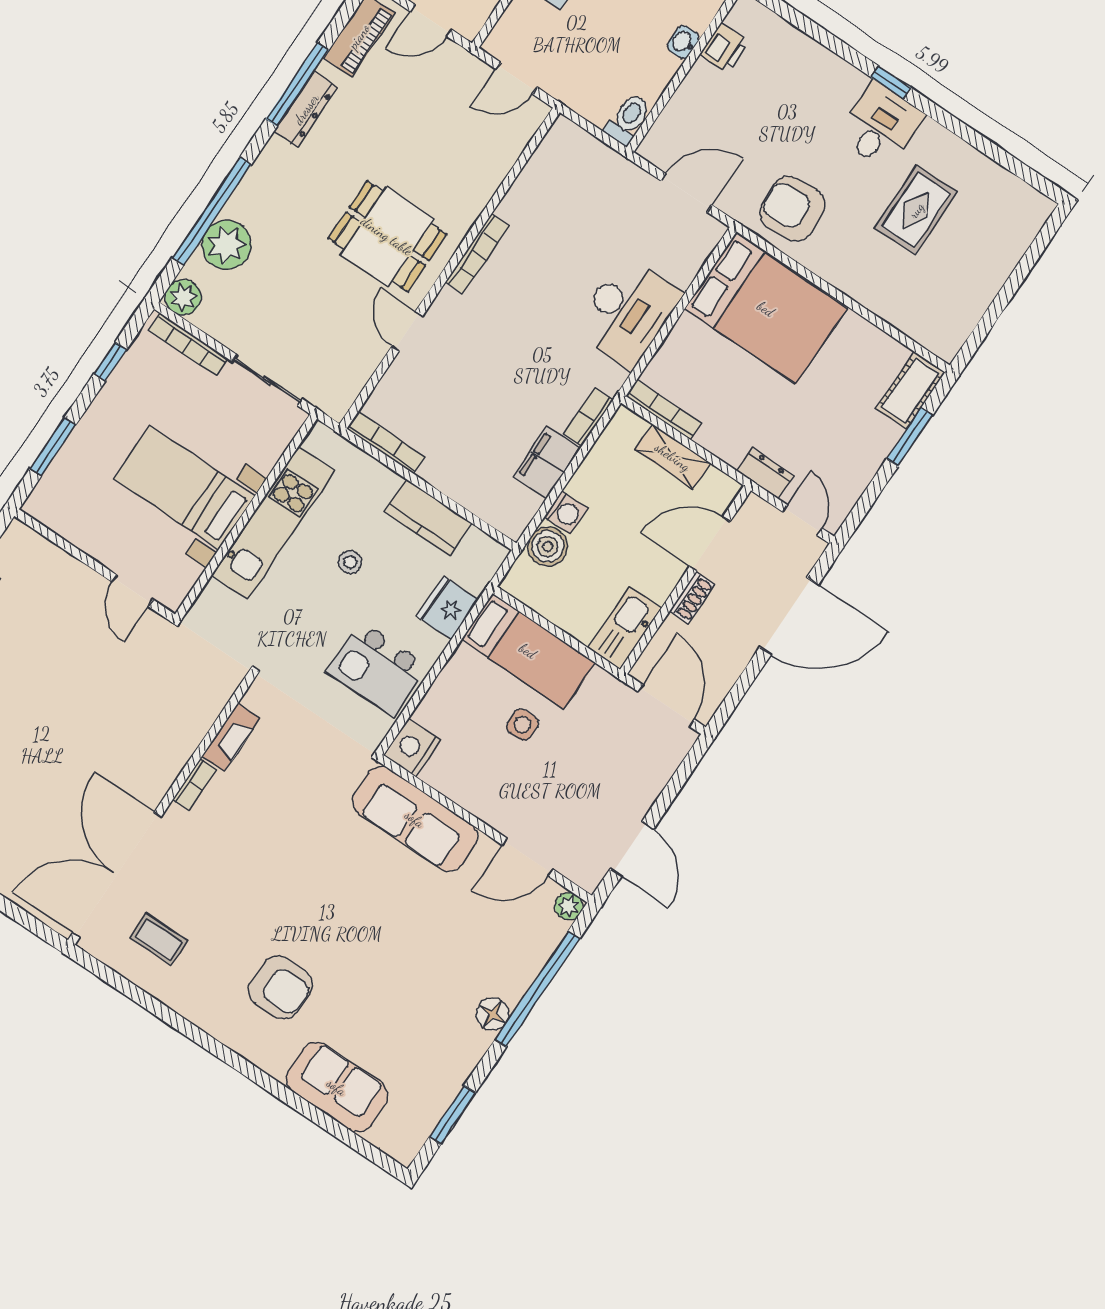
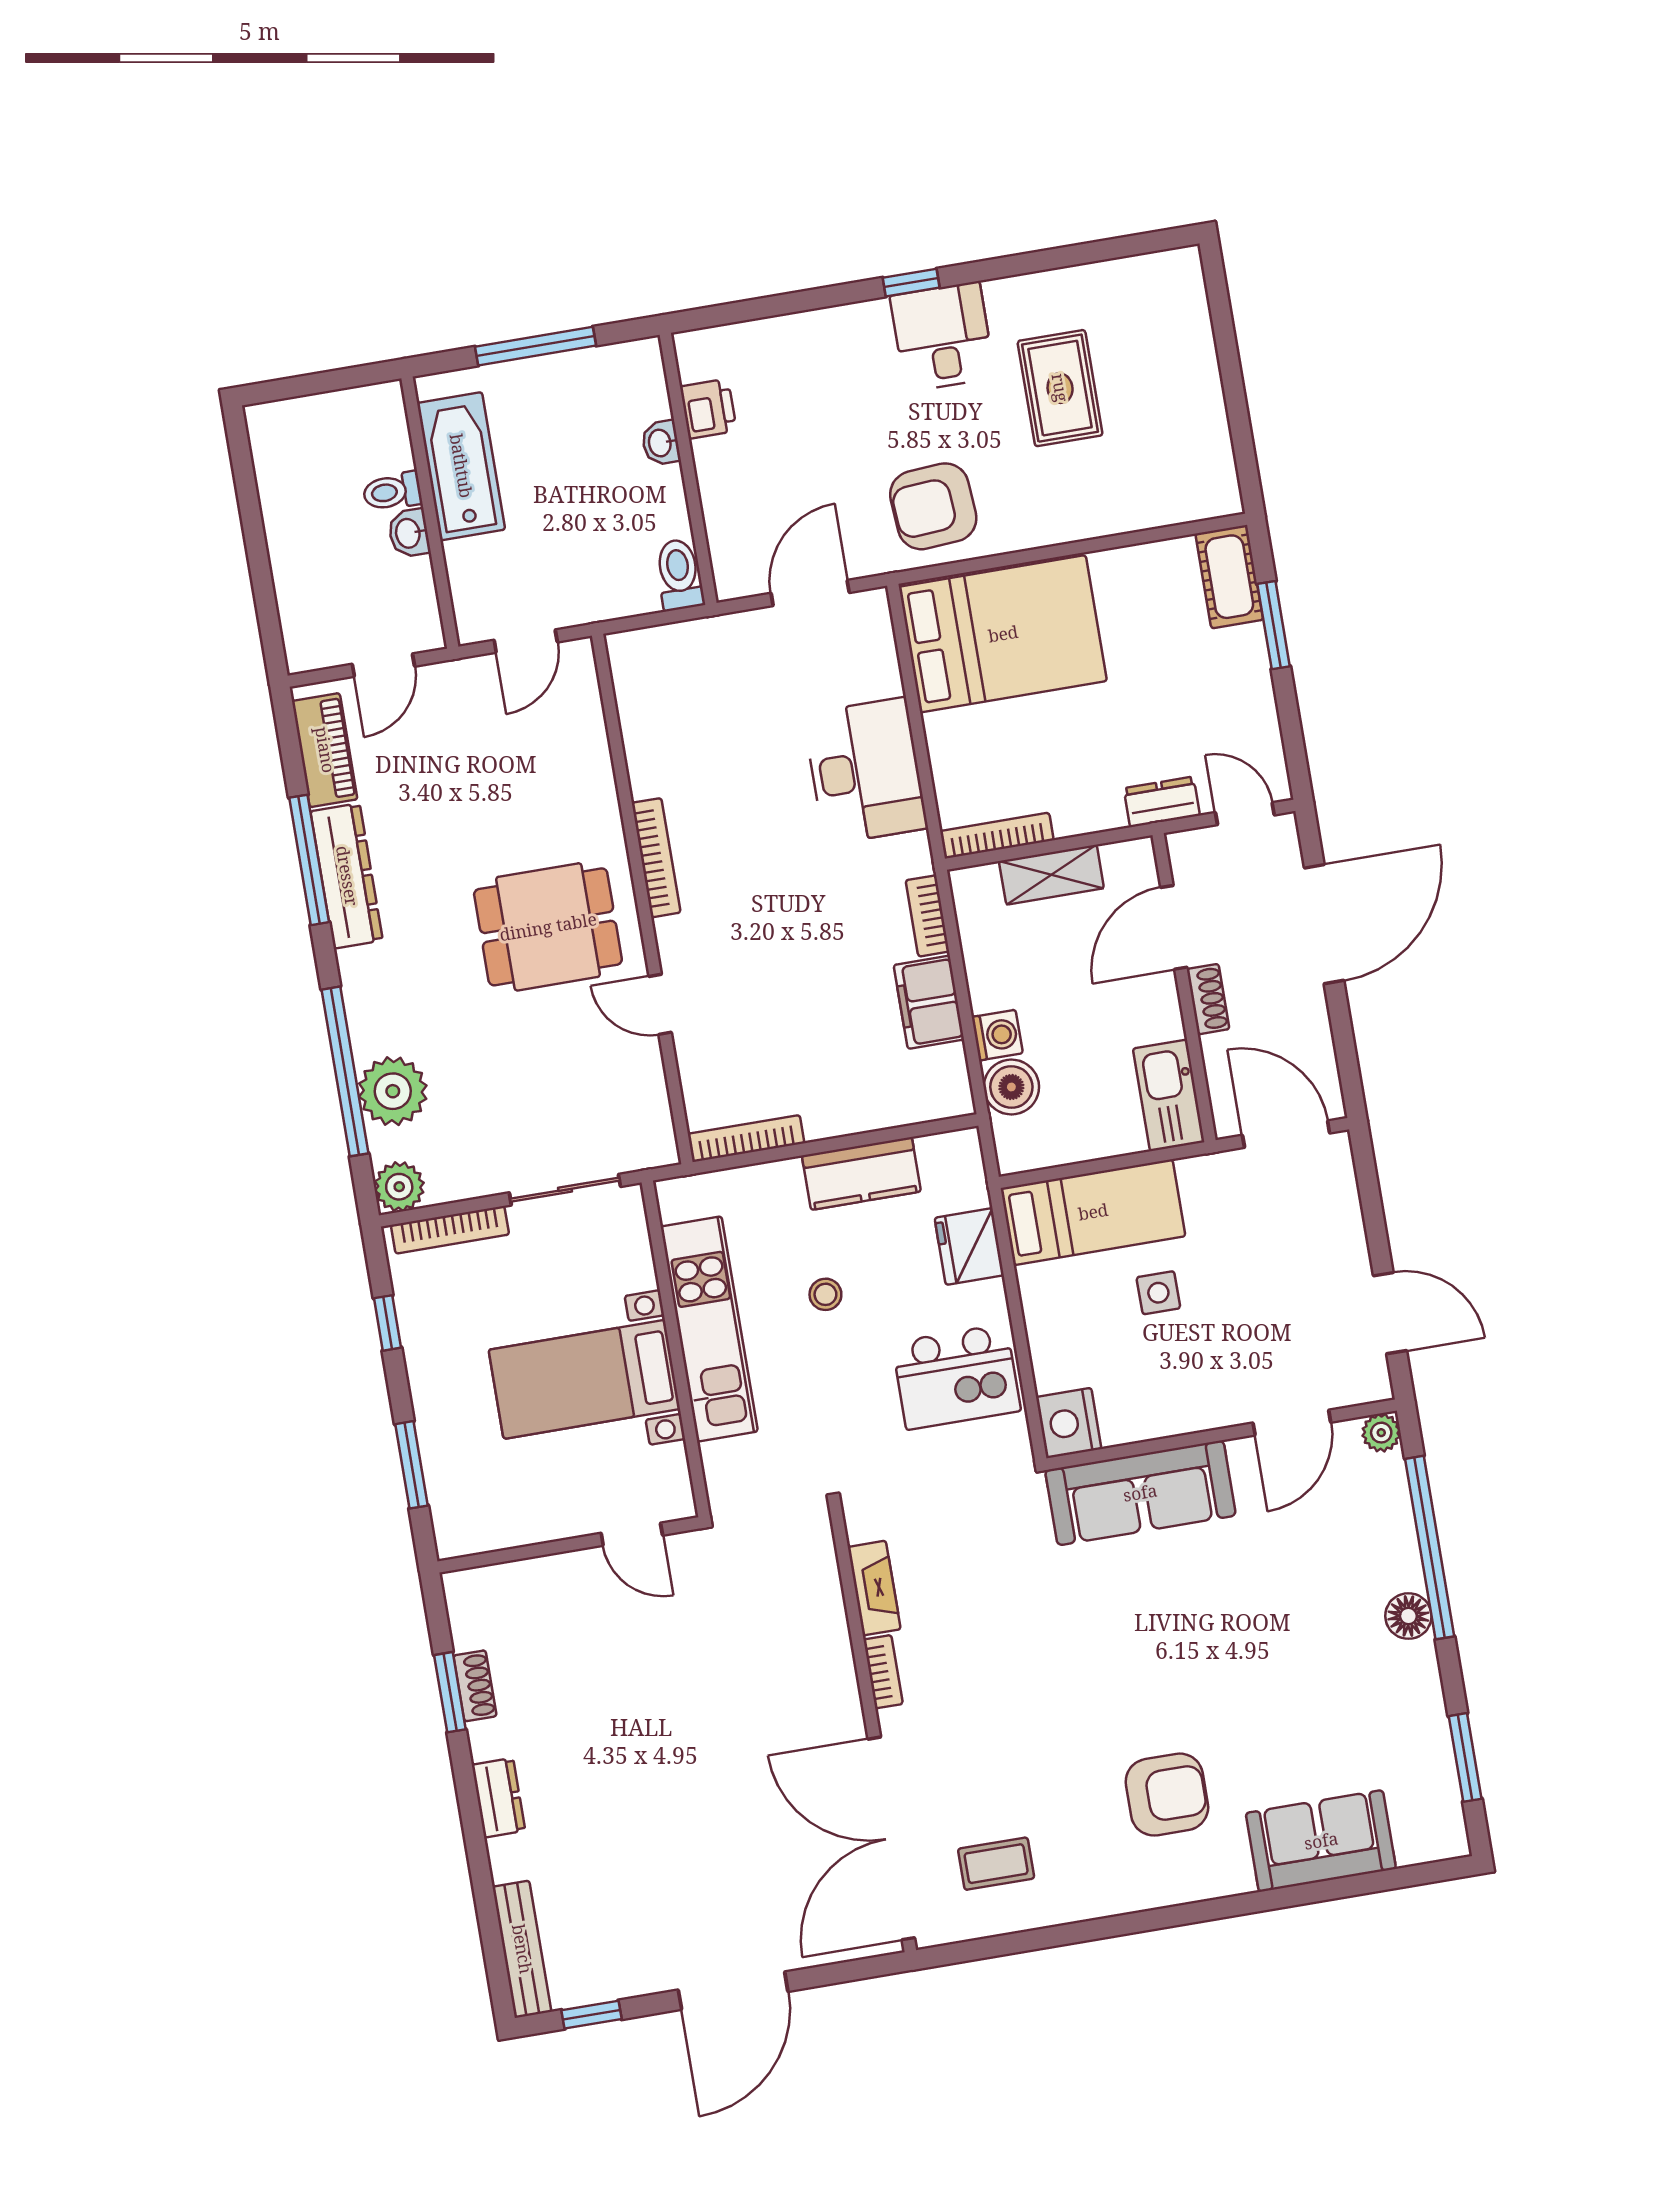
dresser: (306, 109) -> (347, 876), width x1.37, depth x1.24

